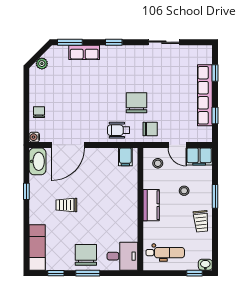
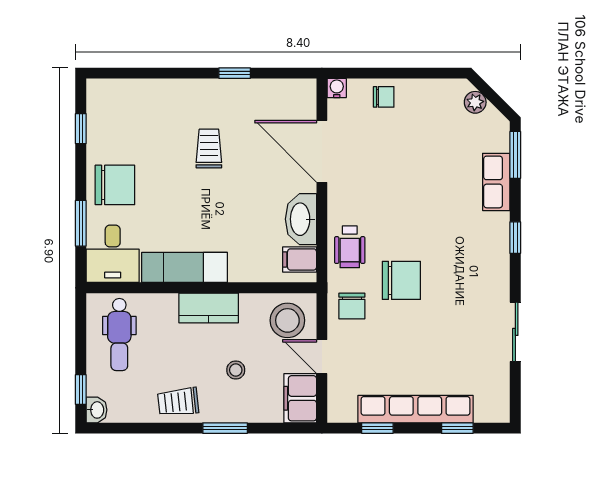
wheelchair: (119, 130) -> (350, 247), turned 180
door: (177, 145) -> (322, 357), hinge flipped
washbasin: (37, 161) -> (301, 219), moved, turned 90
stool: (158, 163) -> (287, 320), width x1.89, depth x1.89
exam couch: (37, 247) -> (185, 267), moved, turned 180
window: (88, 273) -> (81, 223), moved

